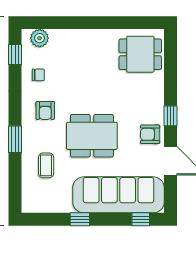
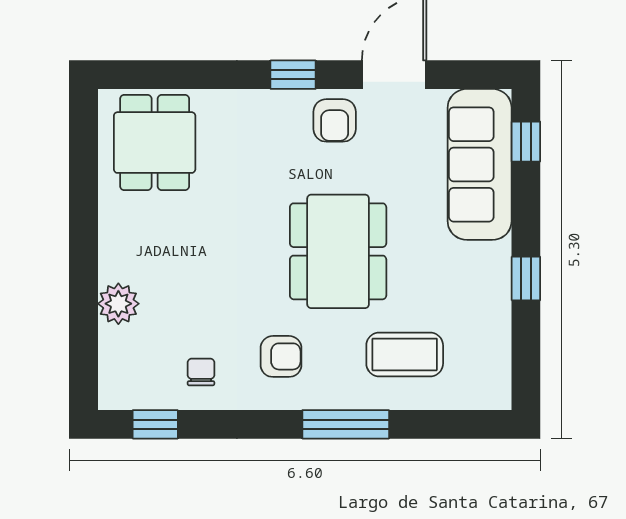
plant: (40, 38) -> (118, 304), moved
window: (15, 139) -> (346, 424), width x1.44
coffee table: (46, 165) -> (405, 354), width x1.36, depth x1.30
sofa: (118, 195) -> (480, 164), width x0.74, depth x0.79

